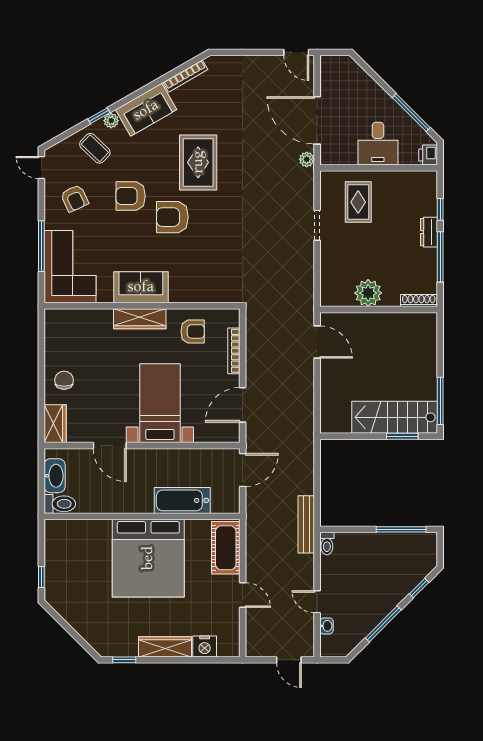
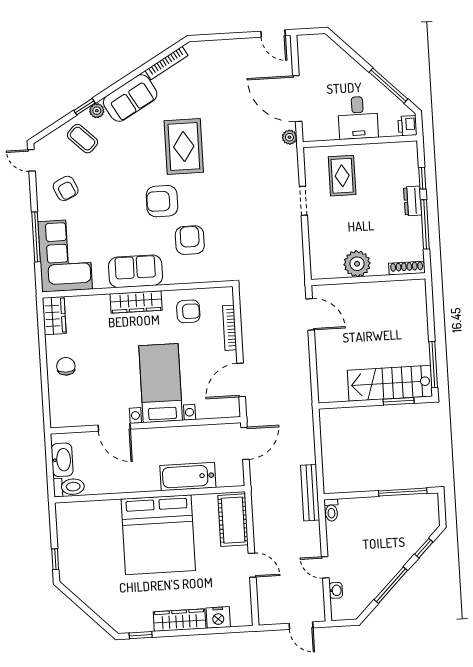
armchair: (131, 196) -> (190, 240), moved, turned 90
wardrobe: (55, 424) -> (54, 316), moved

